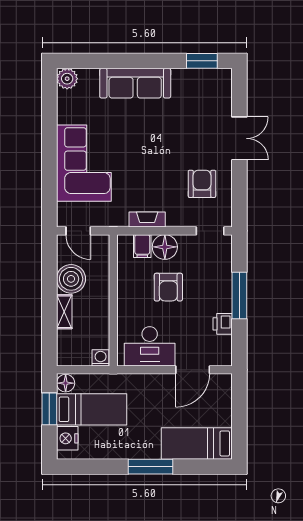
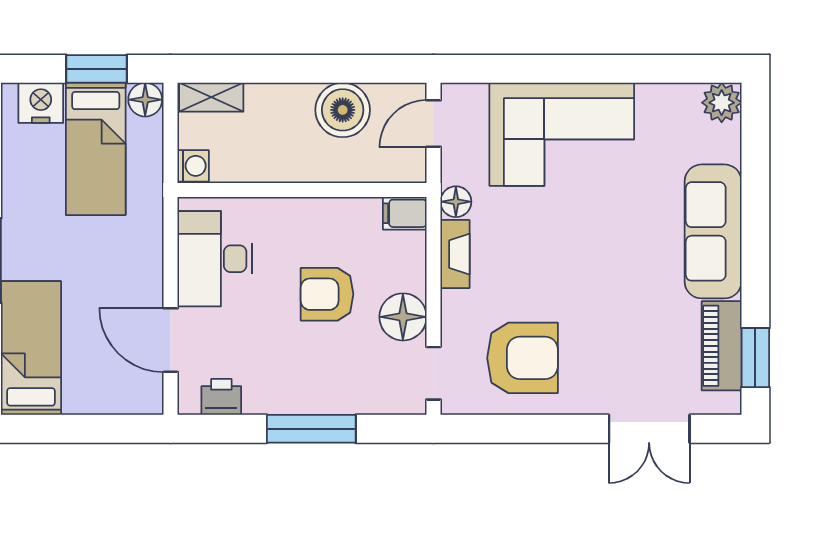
piano: (196, 79) -> (722, 346), added
double door: (239, 138) -> (649, 429), moved
armchair: (202, 184) -> (522, 358), width x1.36, depth x1.36
floor lamp: (119, 219) -> (456, 202), added
filing cabinet: (142, 246) -> (405, 213), moved
floor lamp: (165, 247) -> (403, 317), moved
shelving: (64, 312) -> (211, 97), moved
printer: (223, 324) -> (221, 397), moved

